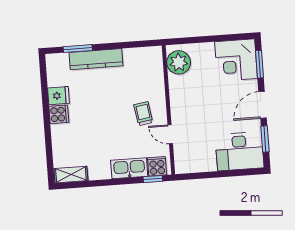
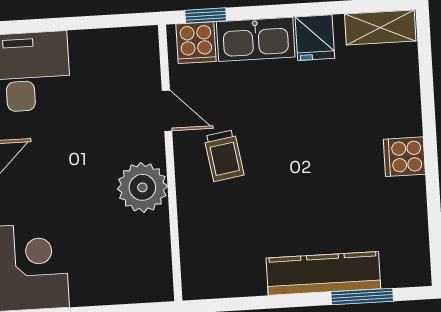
plant: (179, 62) -> (142, 187), moved
fridge: (58, 96) -> (315, 38), moved, turned -90

